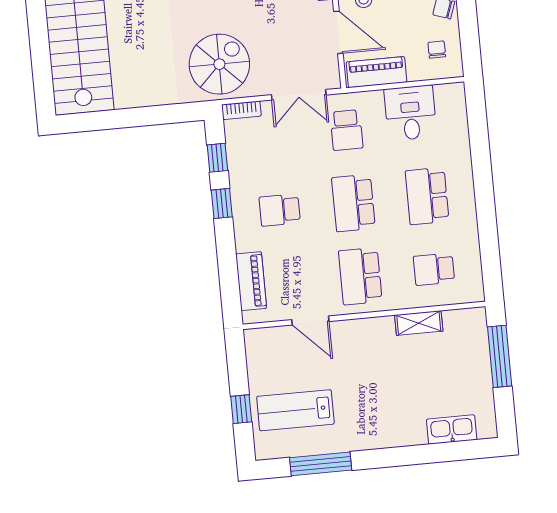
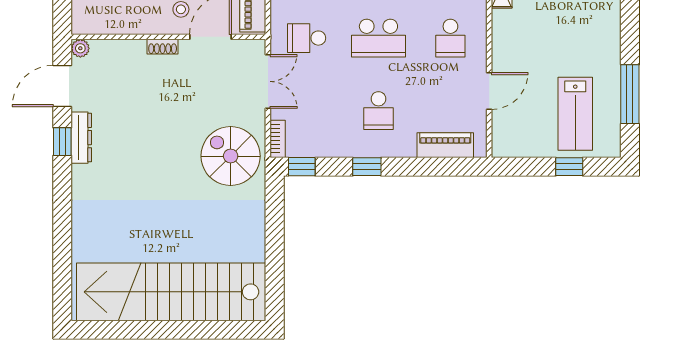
school desk: (347, 130) -> (307, 38), turned 180
window: (217, 158) -> (302, 167), moved
school desk: (360, 276) -> (450, 38), width x0.54

